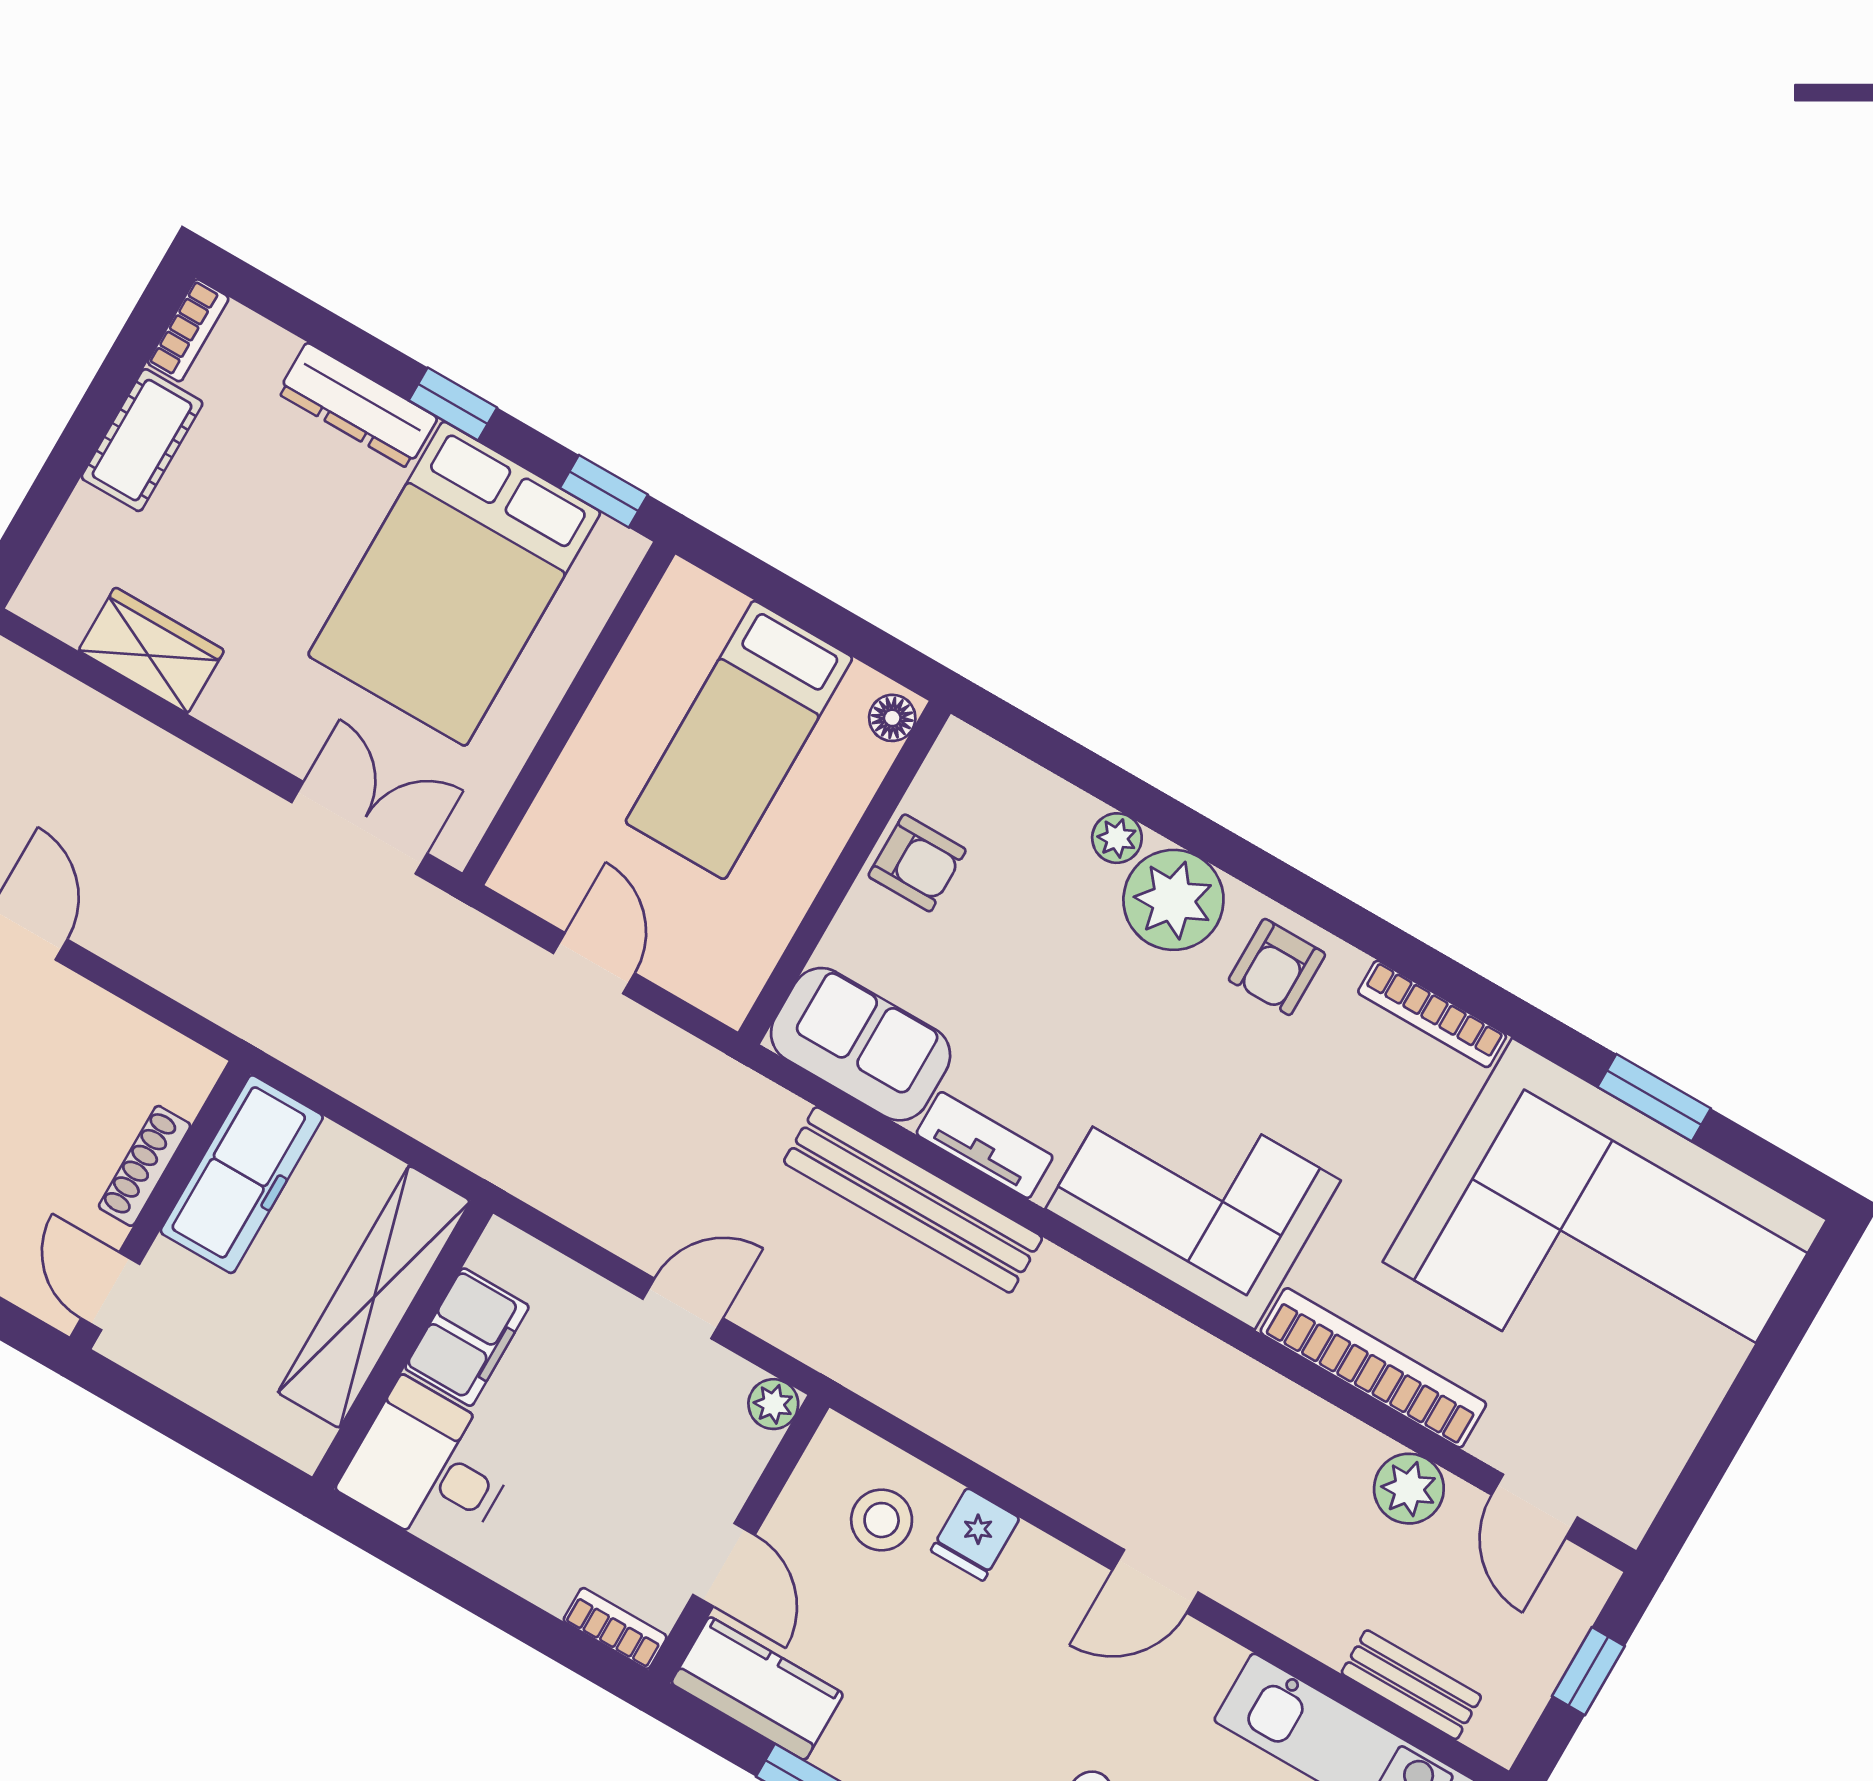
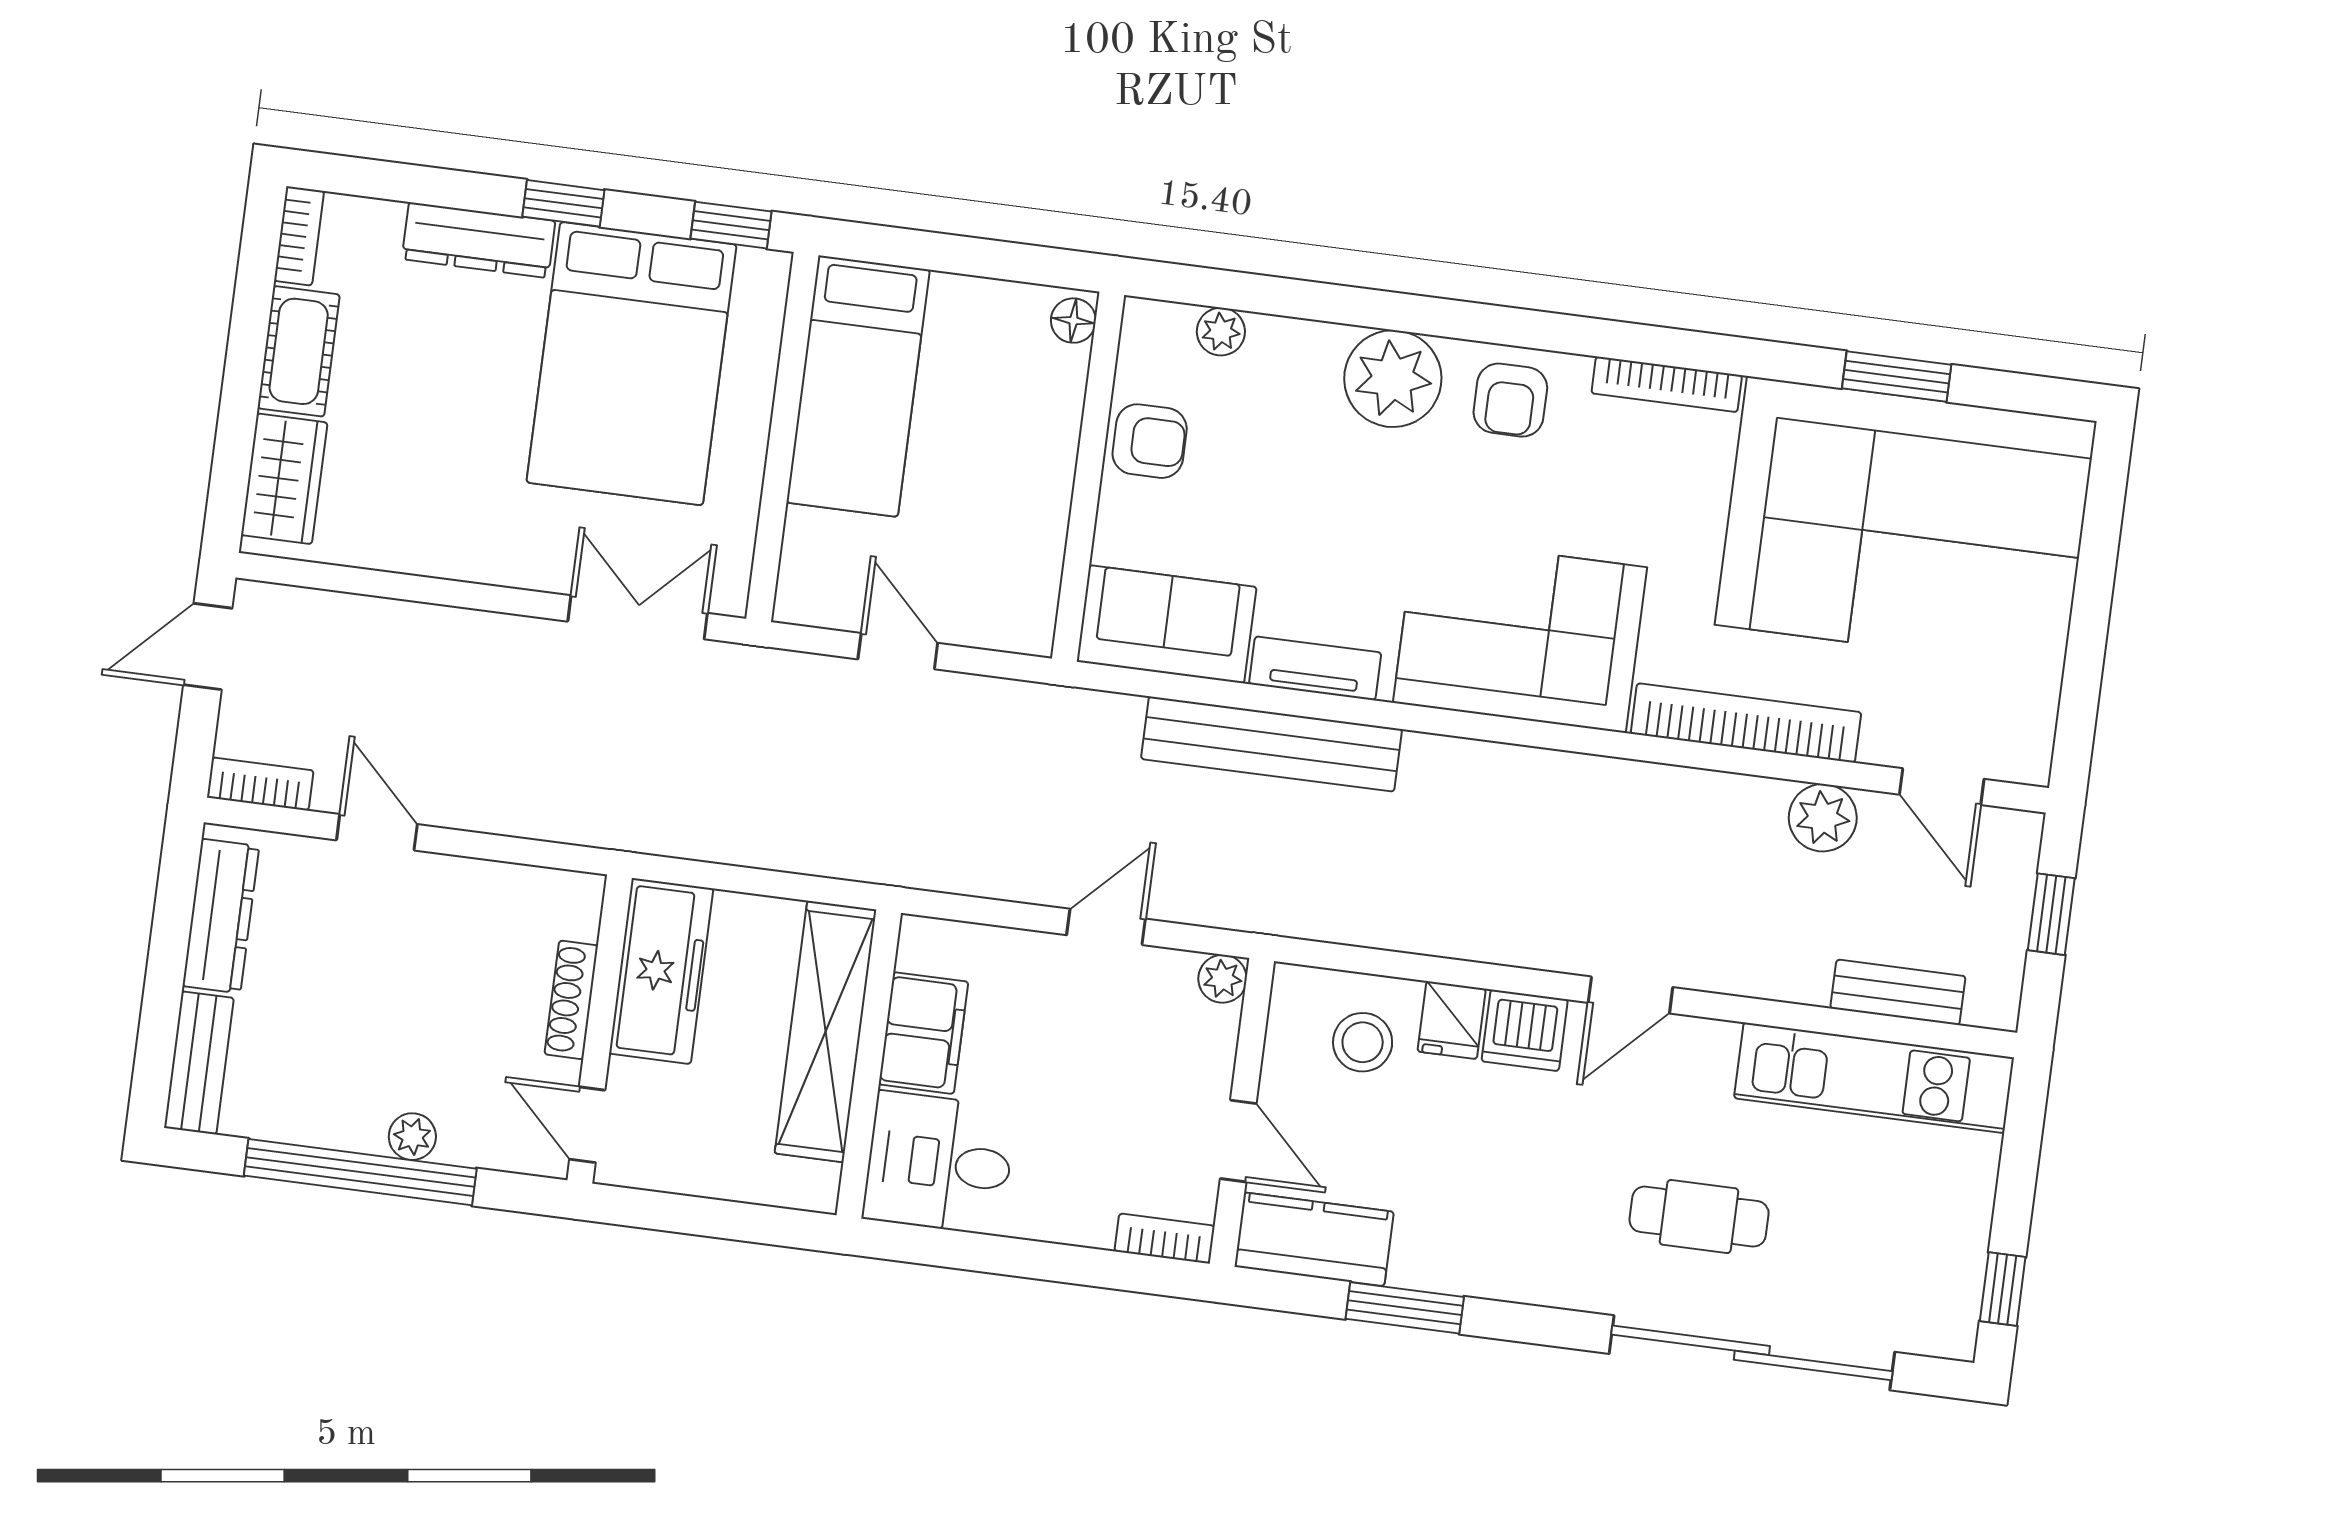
wardrobe: (151, 650) -> (284, 479), moved, turned 90
bed: (739, 740) -> (858, 386), moved
plant: (1117, 838) -> (1221, 332), moved
dishwasher: (1041, 1573) -> (1525, 1030), added

